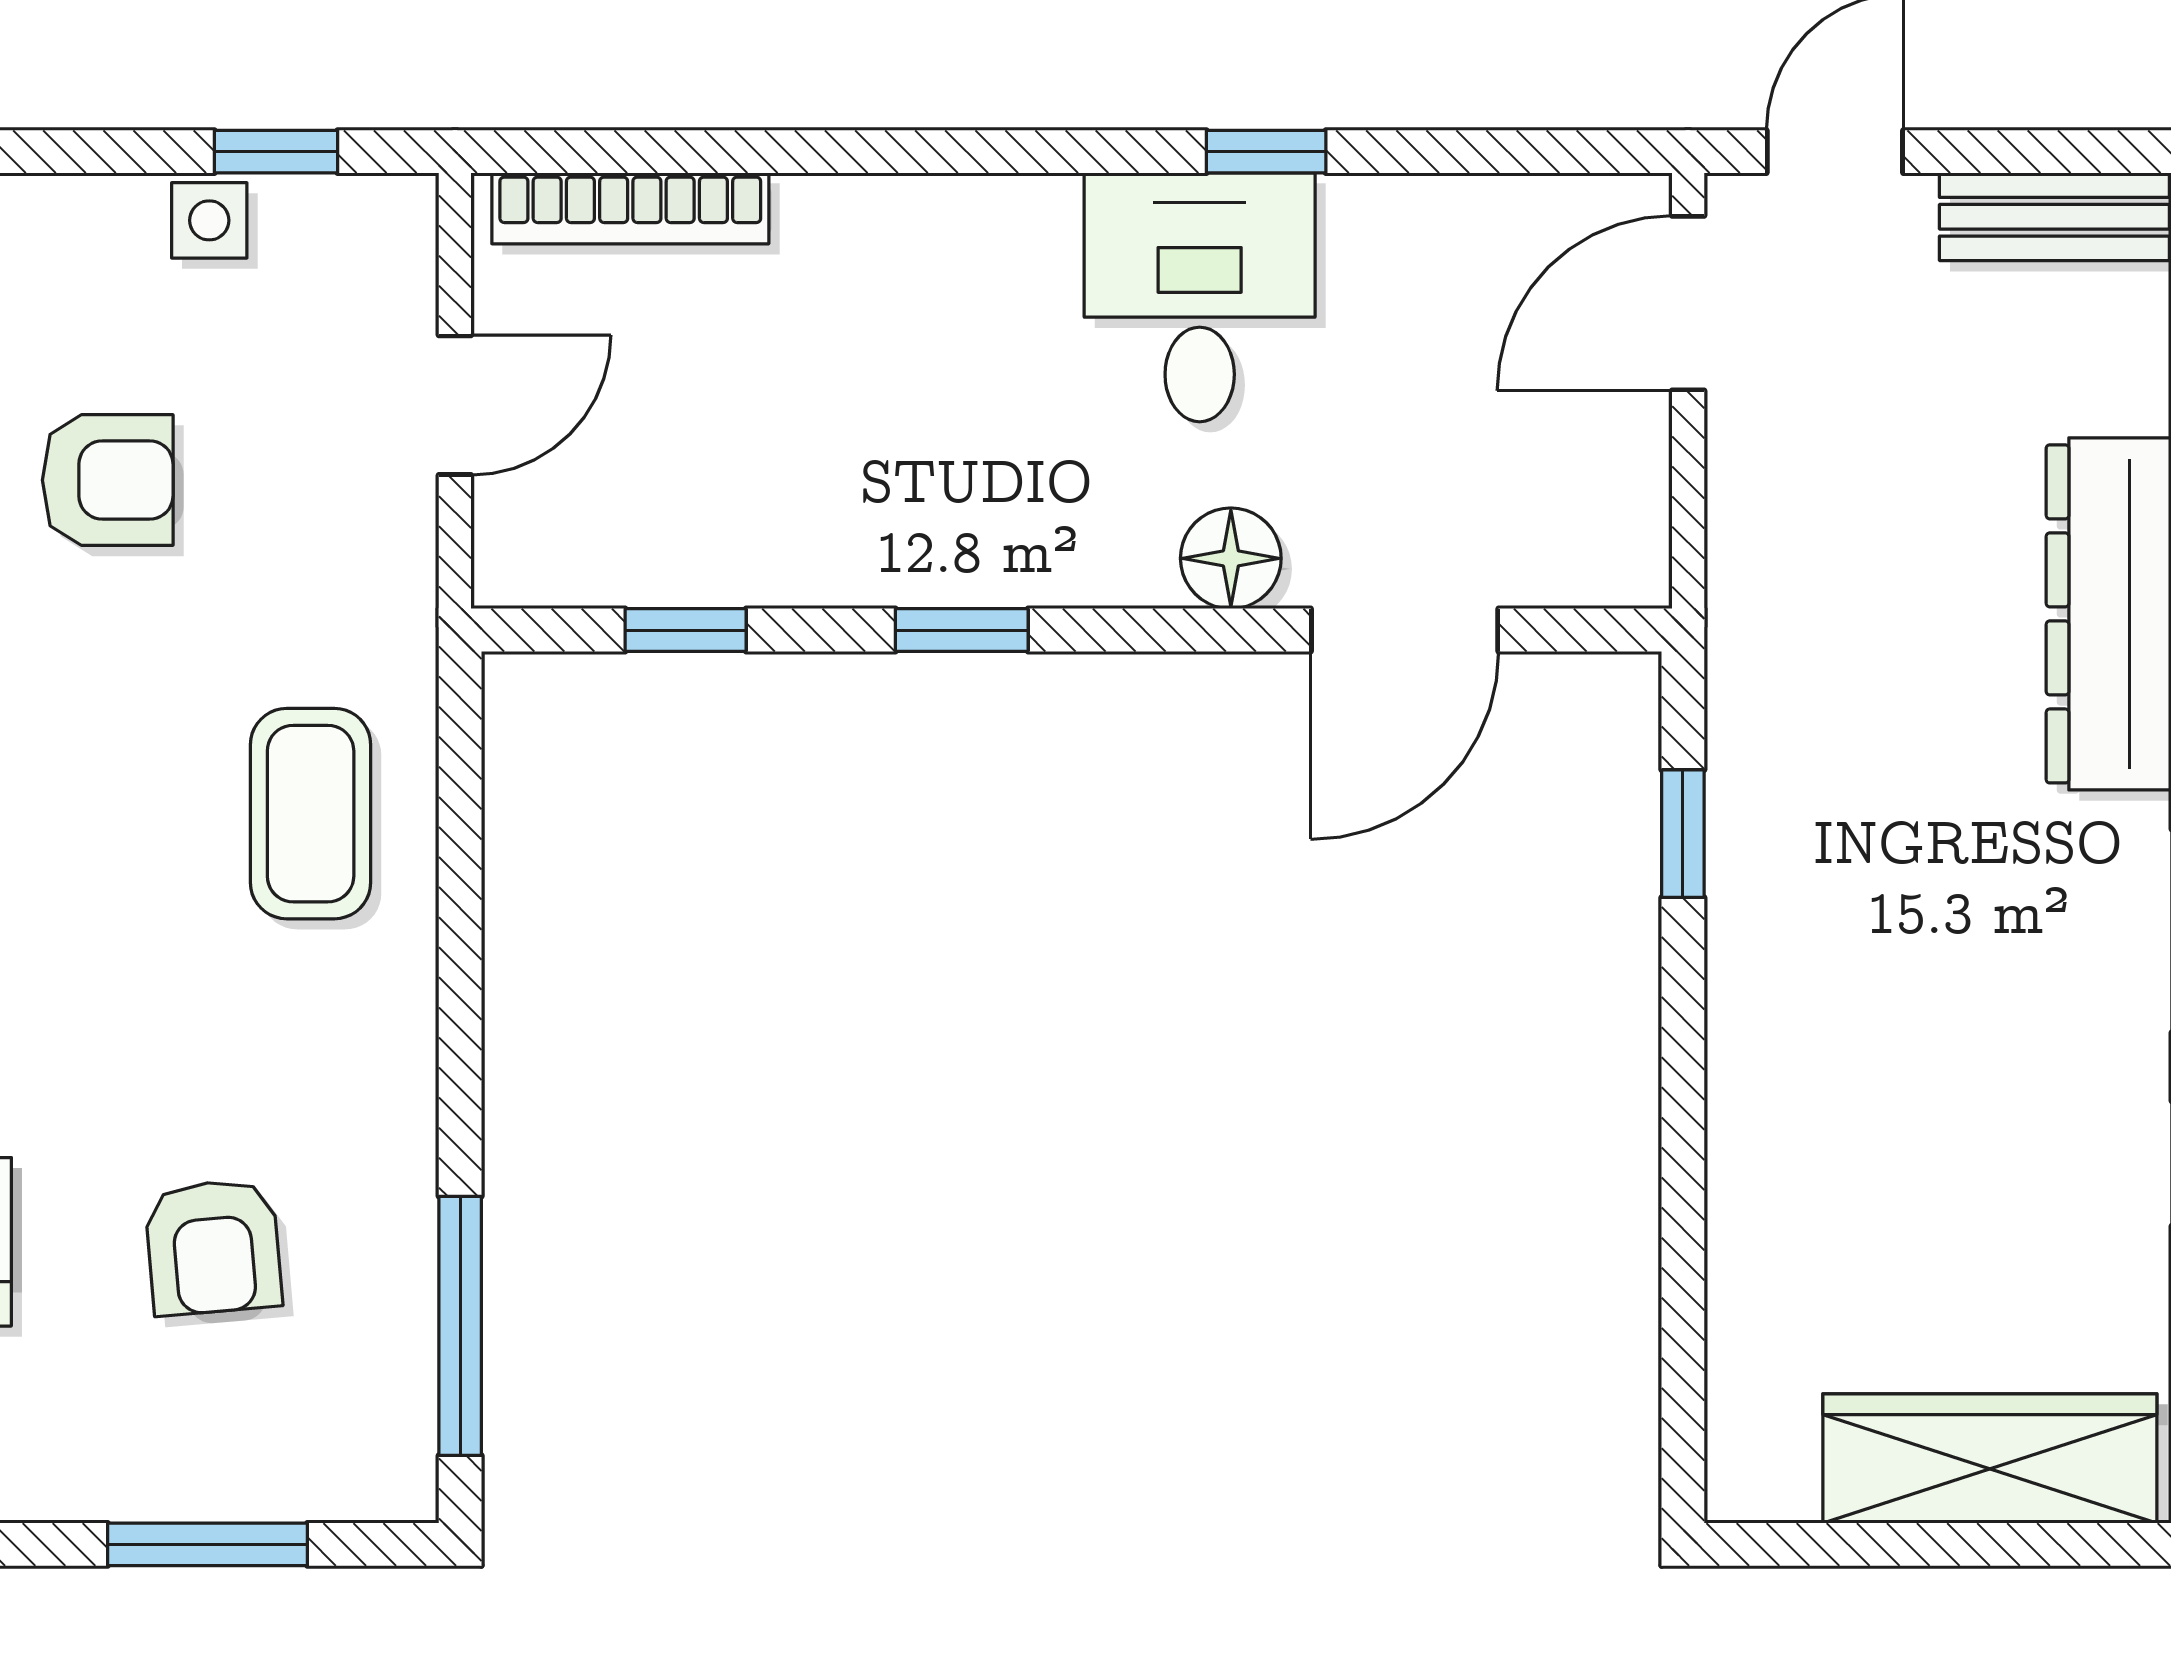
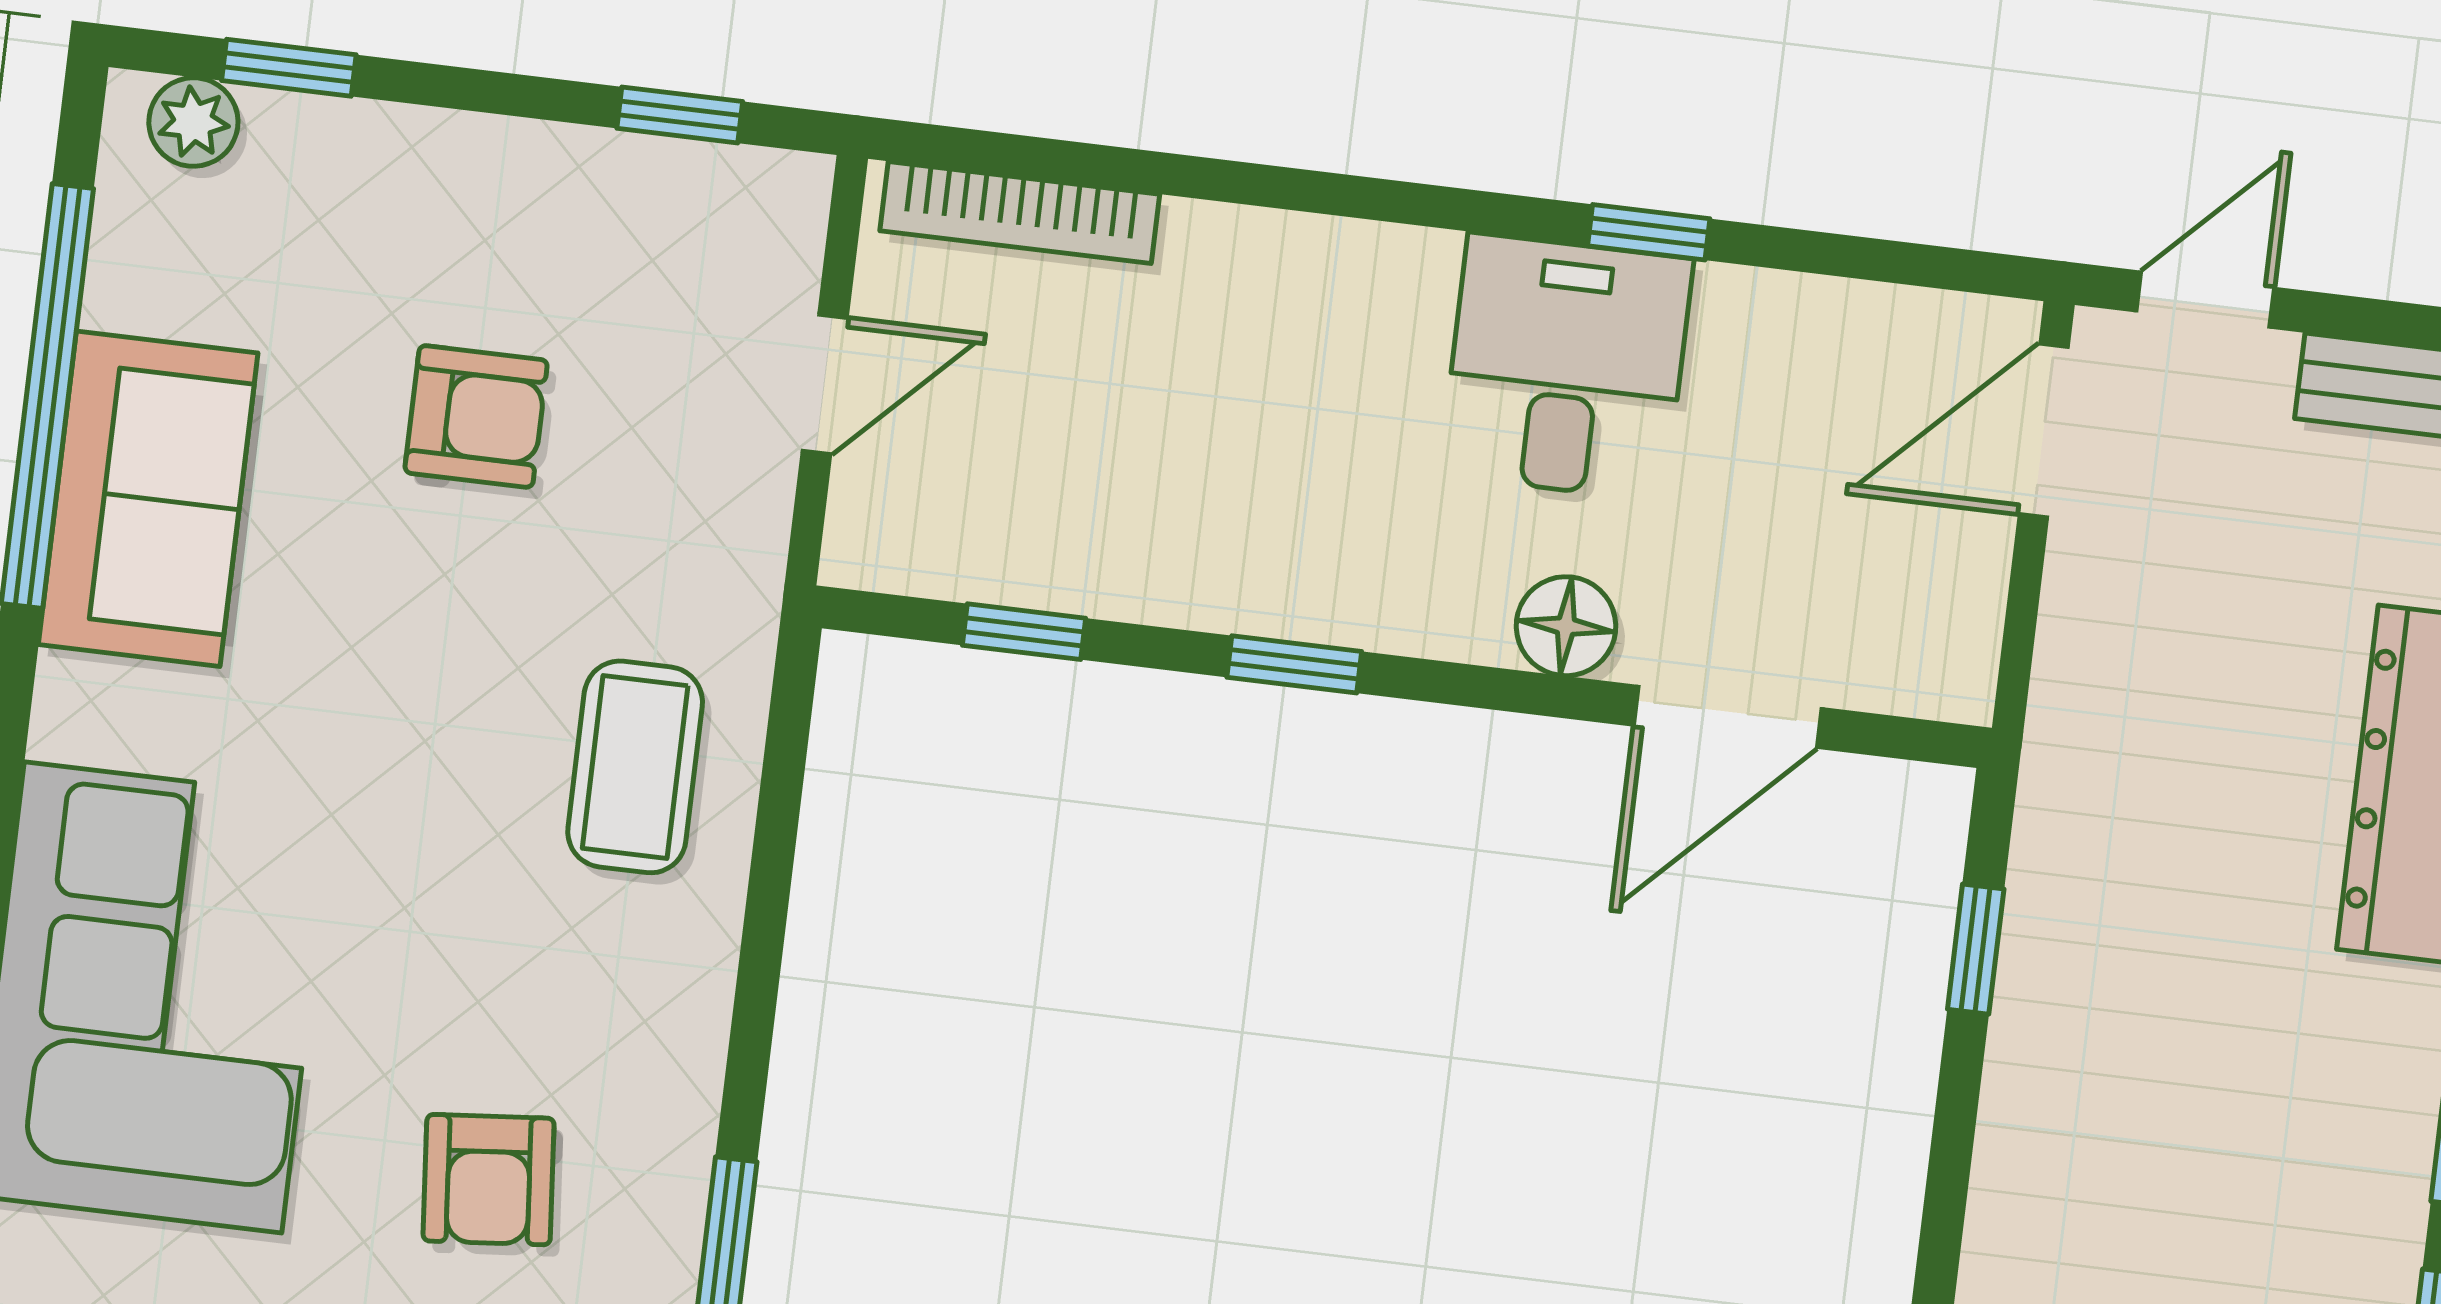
side table: (209, 220) -> (606, 174), removed

